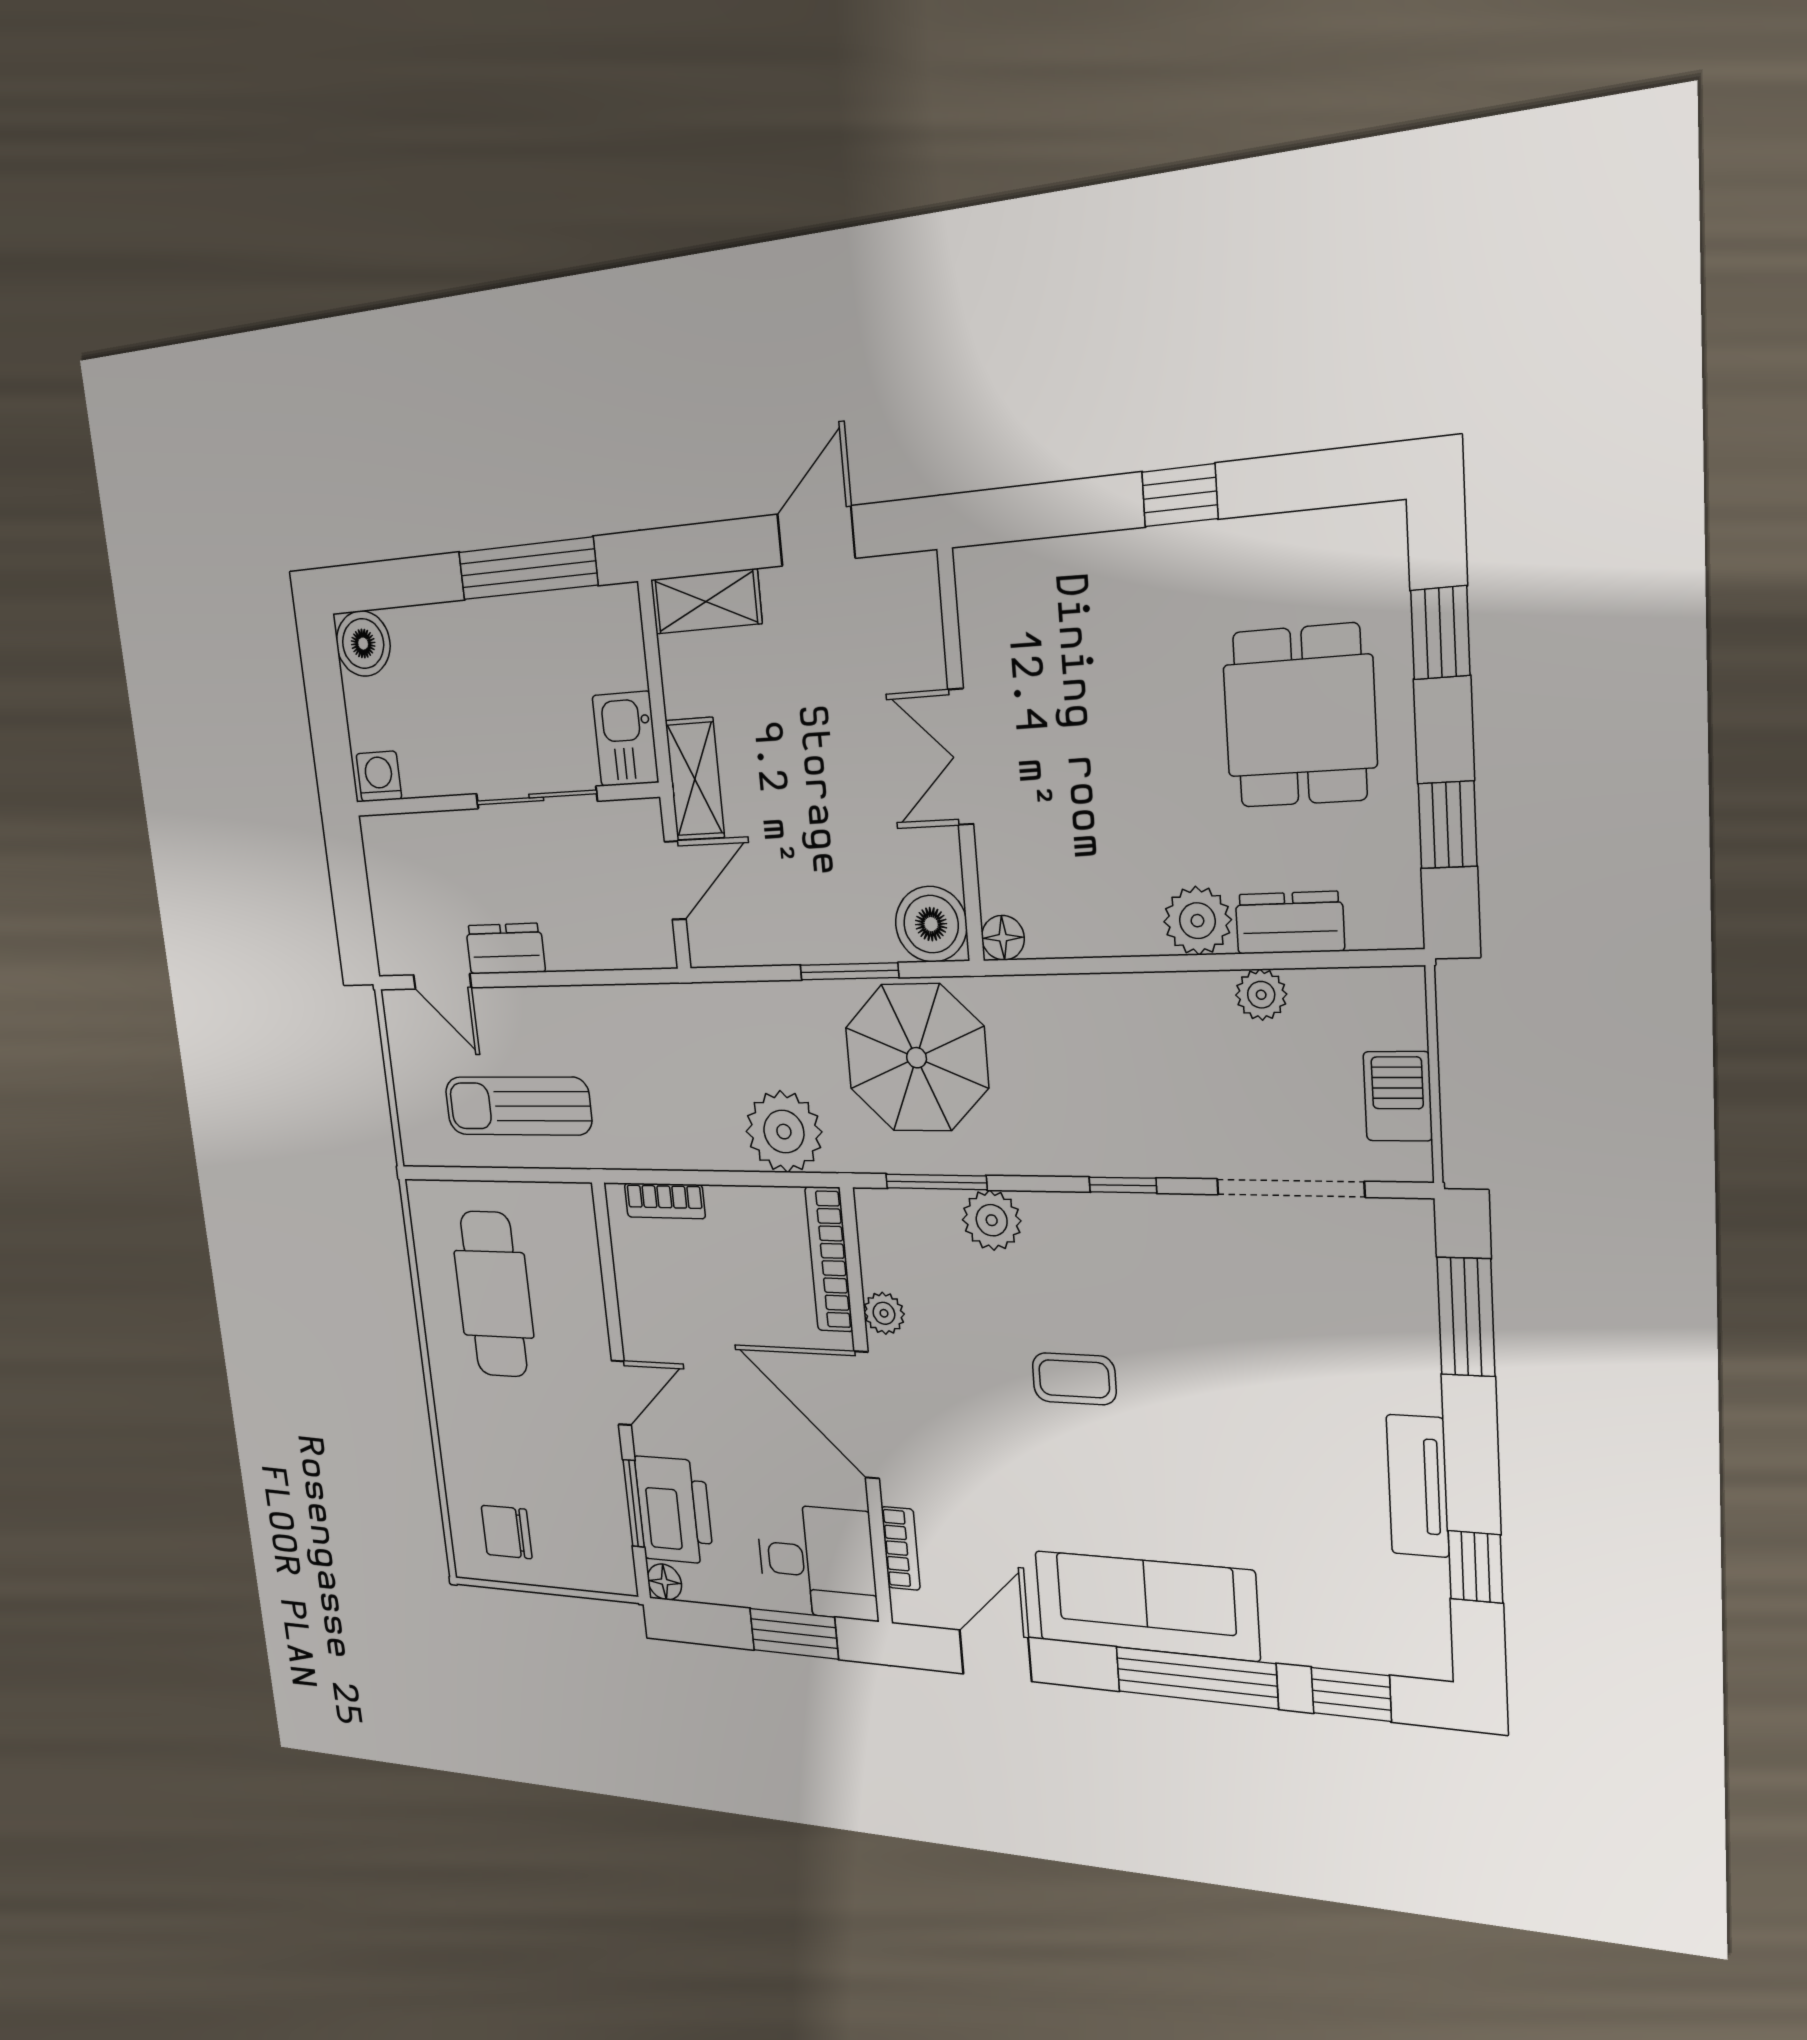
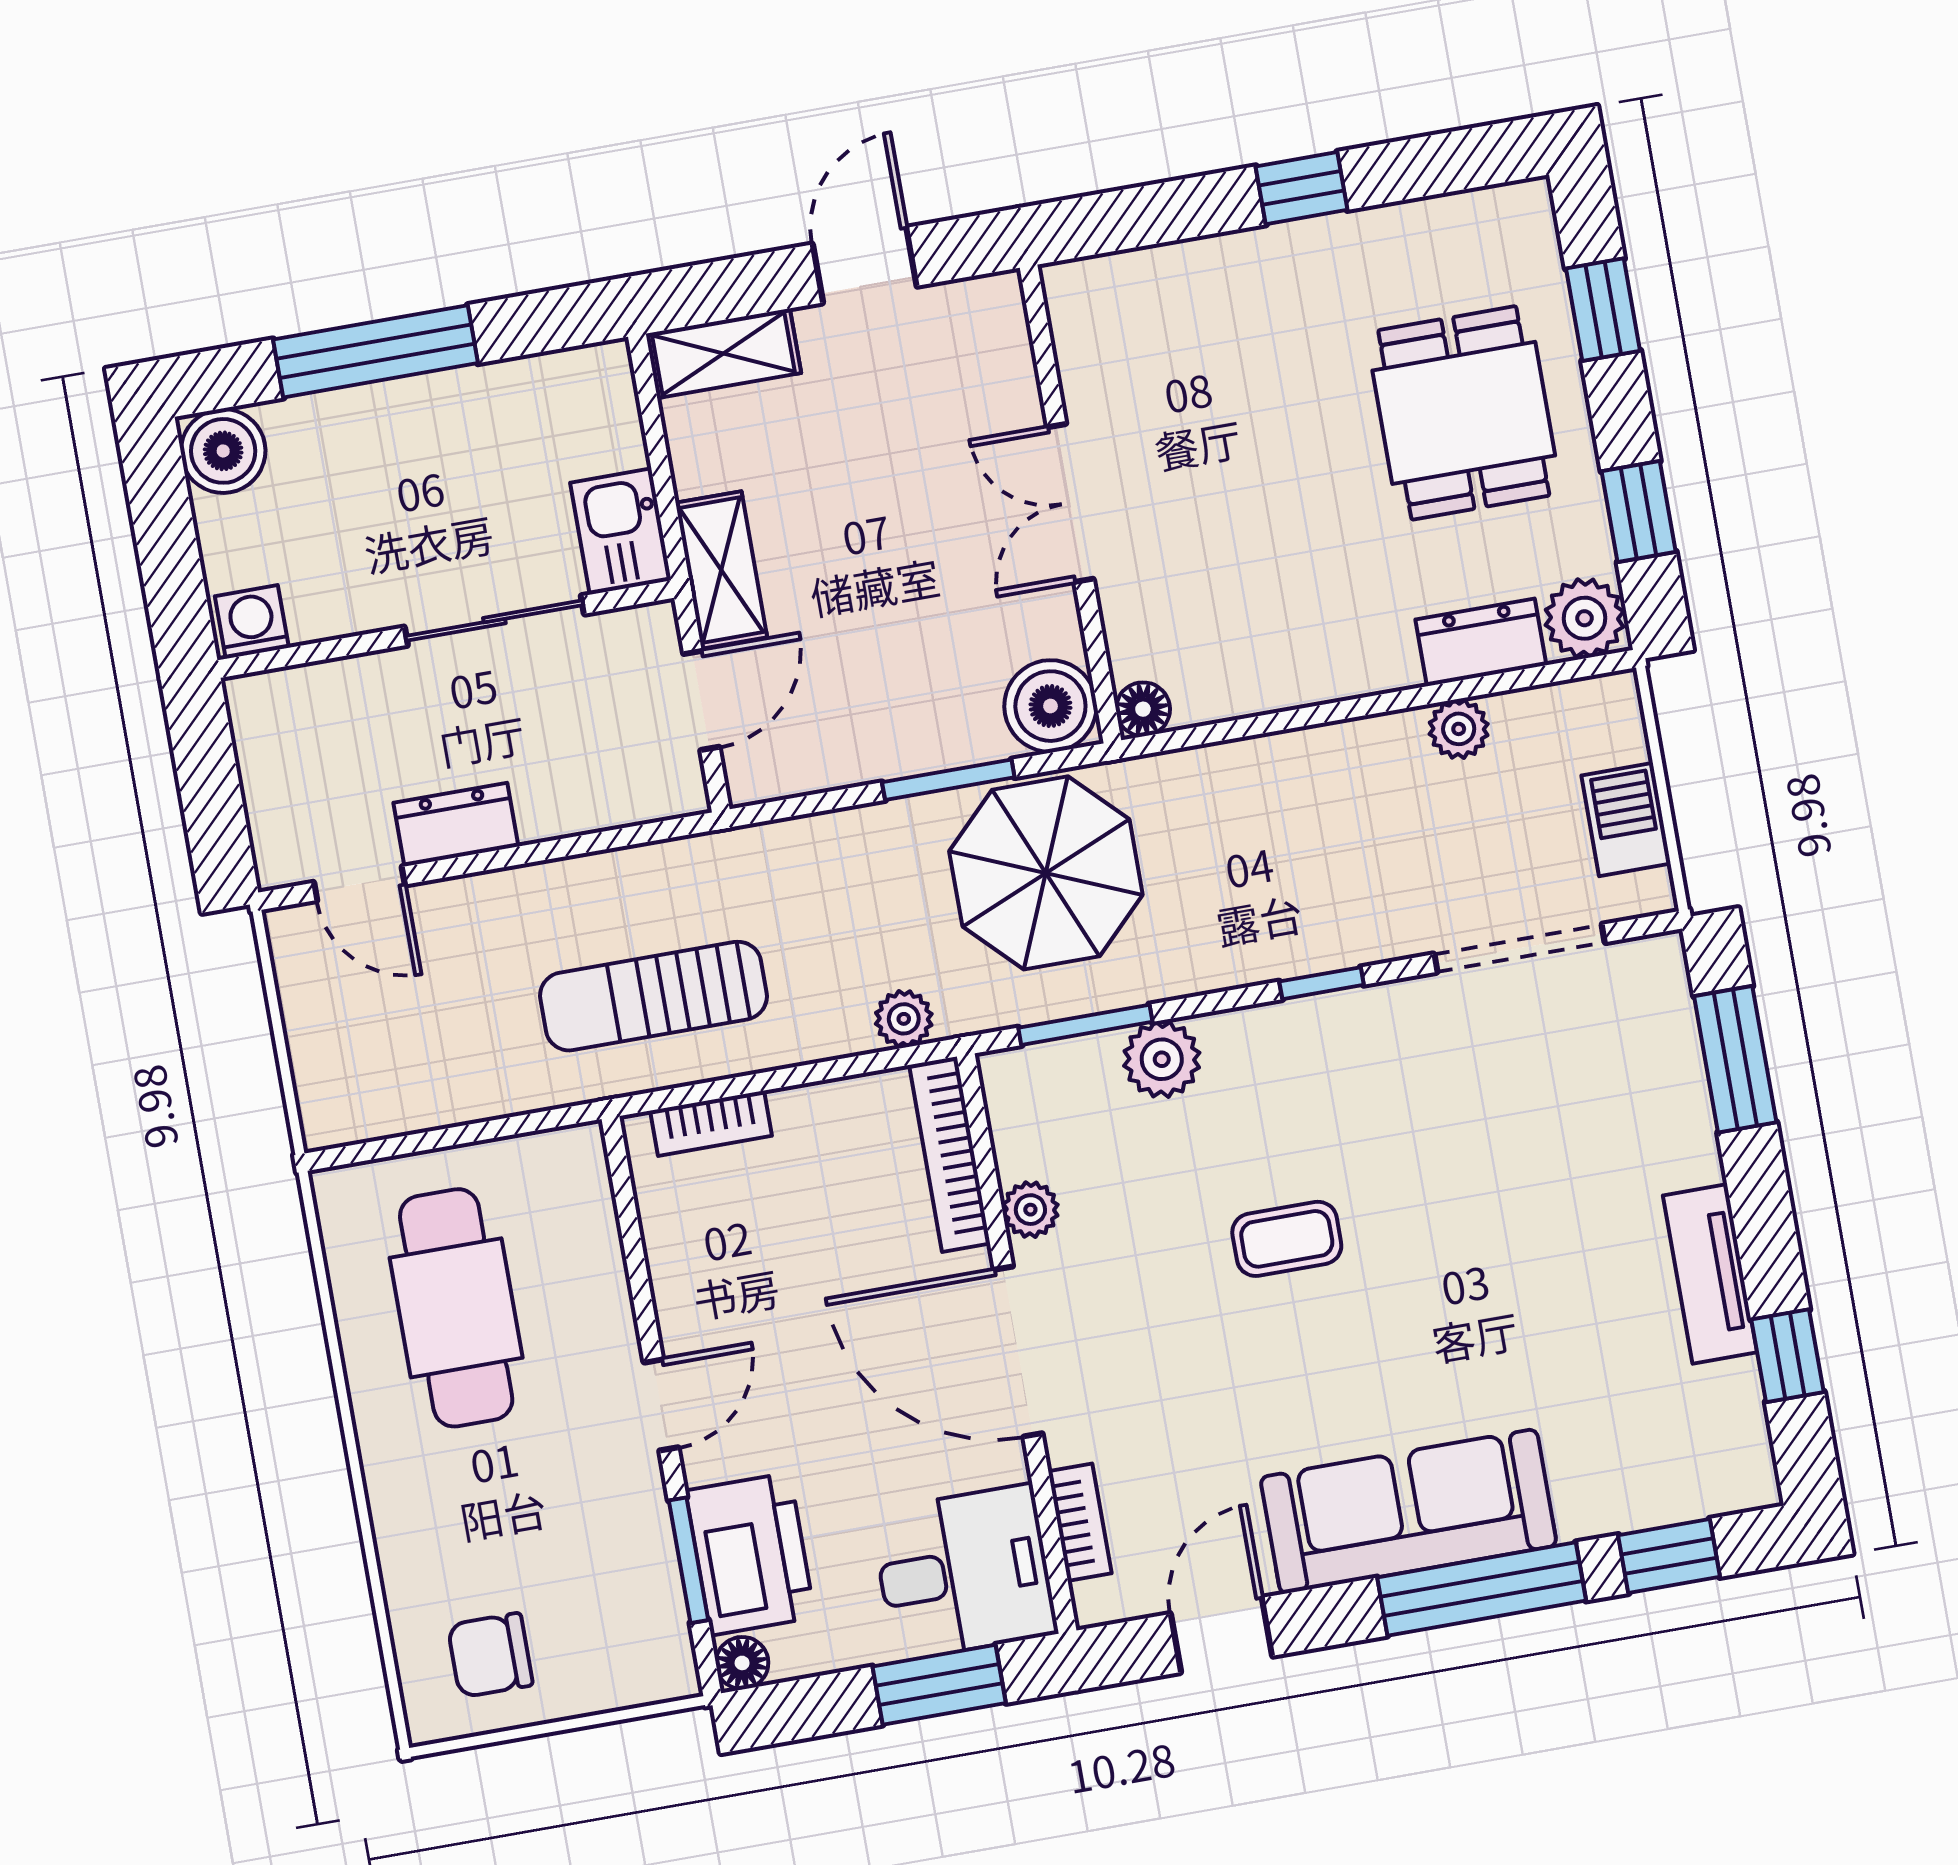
window: (528, 569) -> (376, 351), moved
plant: (1197, 921) -> (1585, 618), moved
sun lounger: (518, 1106) -> (653, 996), moved
plant: (784, 1132) -> (904, 1019), width x0.53, depth x0.53

